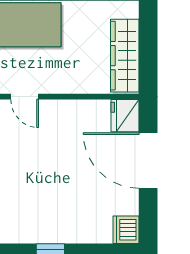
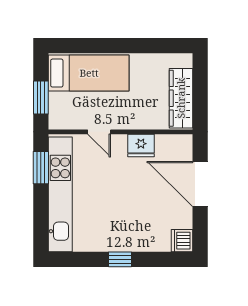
fridge: (125, 116) -> (141, 145), moved, turned -90

